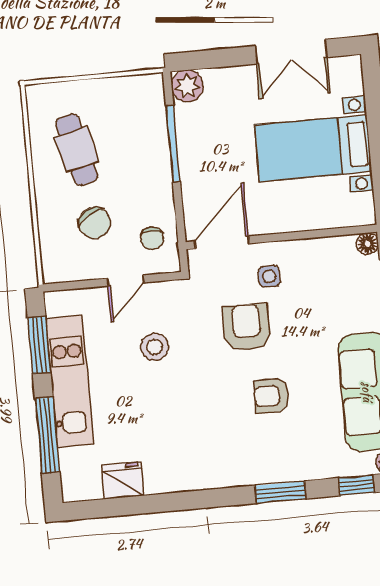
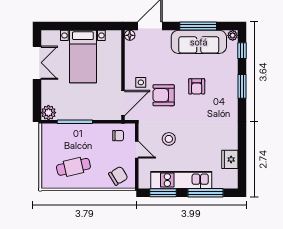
chair: (95, 223) -> (118, 176), moved
door: (222, 242) -> (123, 103), swing flipped

